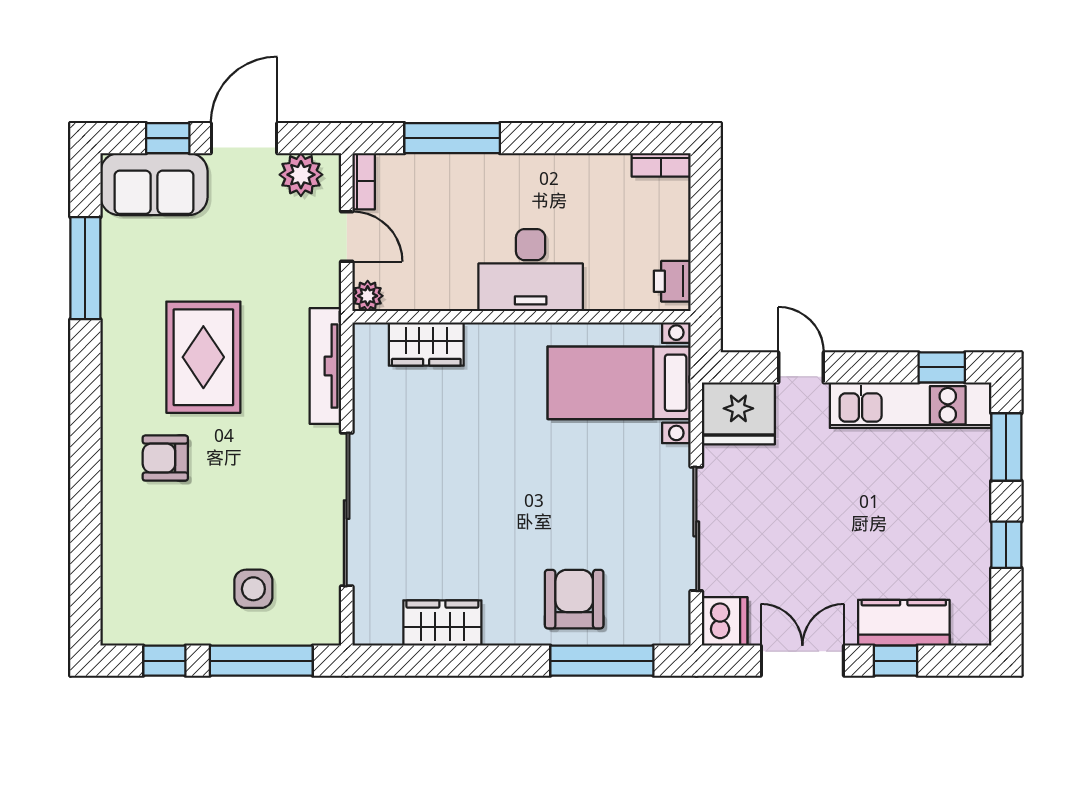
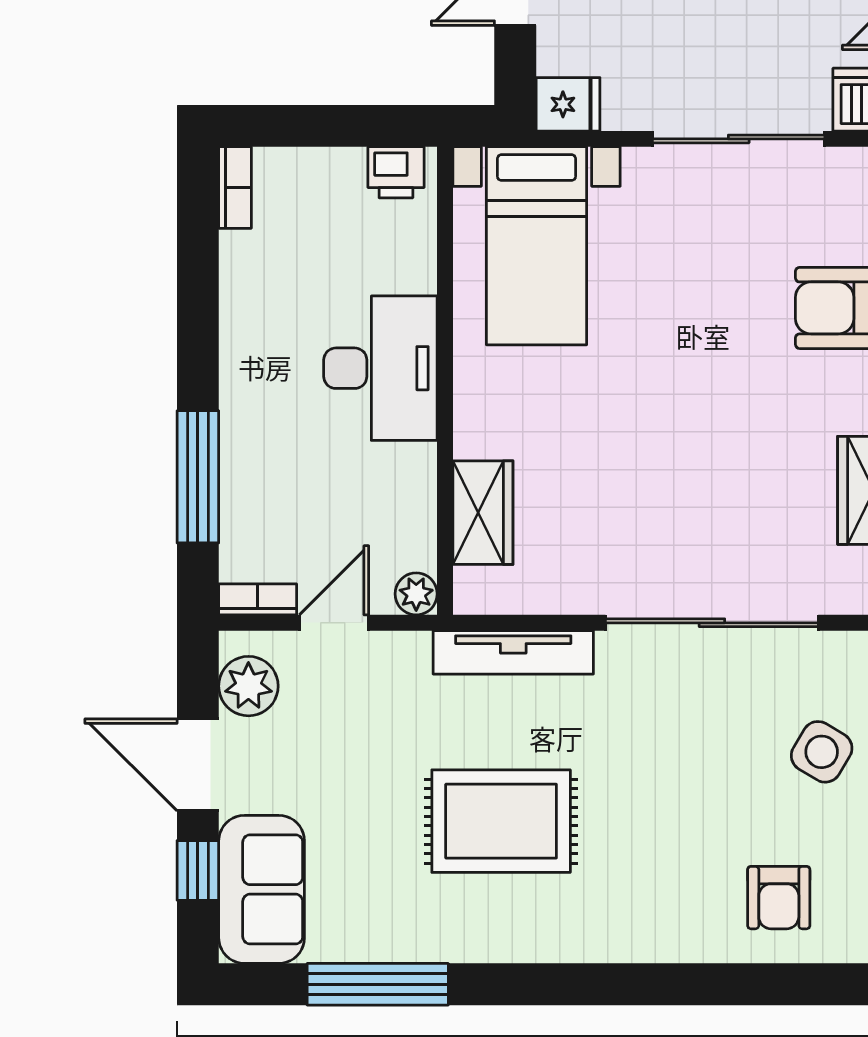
fridge: (738, 413) -> (568, 104), width x0.53, depth x0.75
armchair: (165, 458) -> (779, 898), moved
side table: (253, 589) -> (822, 752), turned 31

